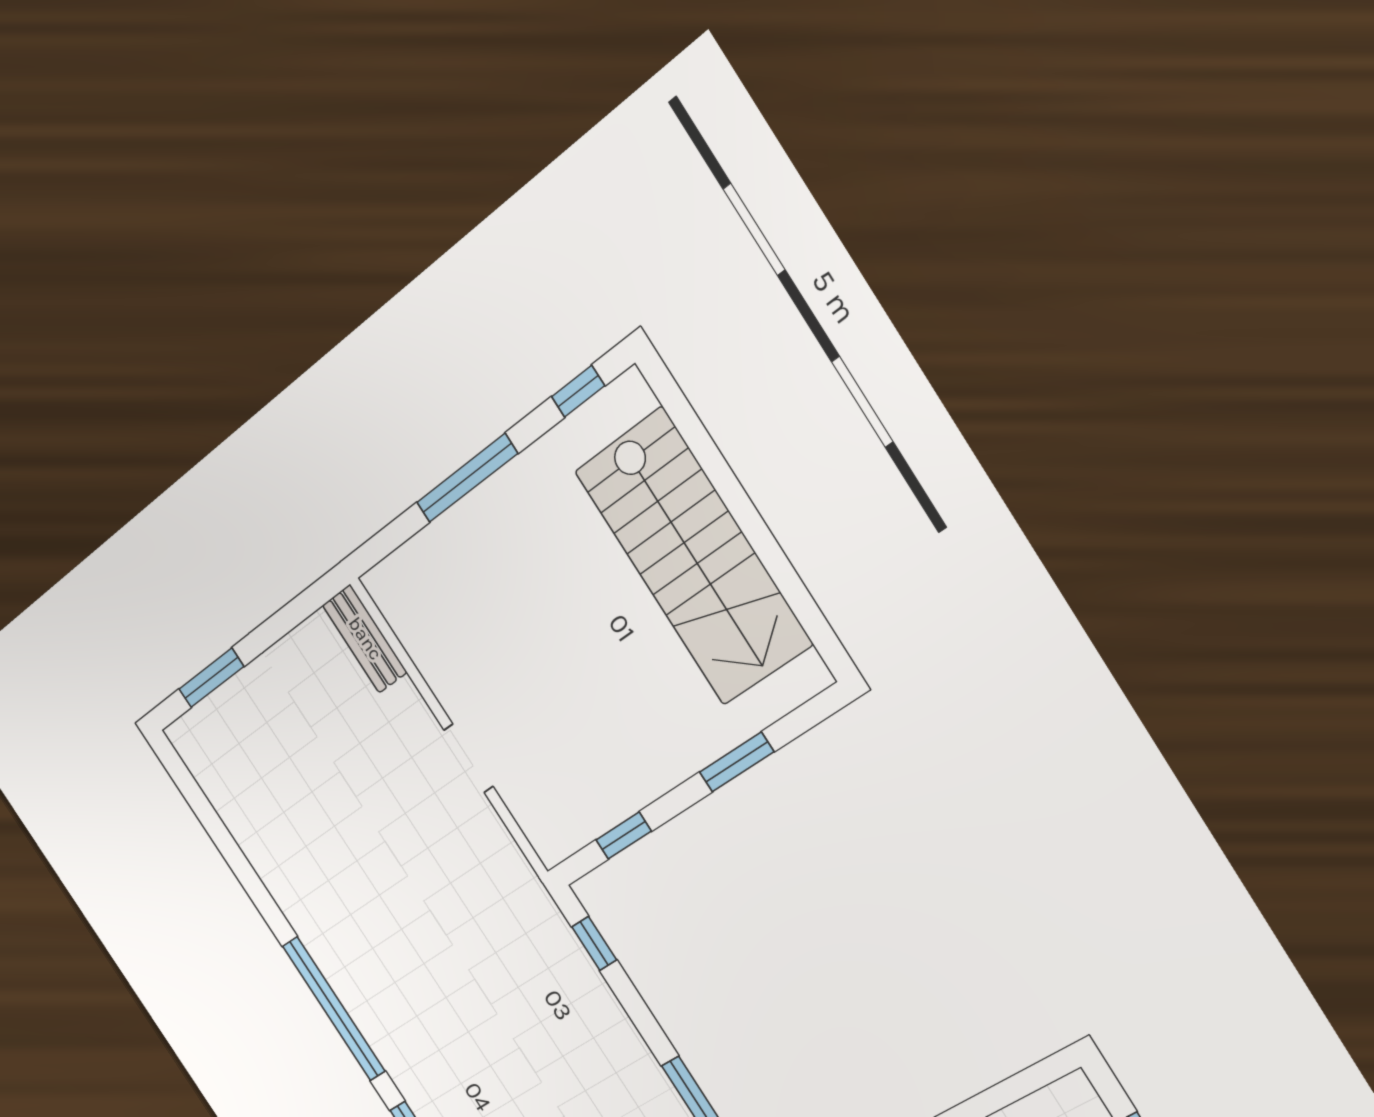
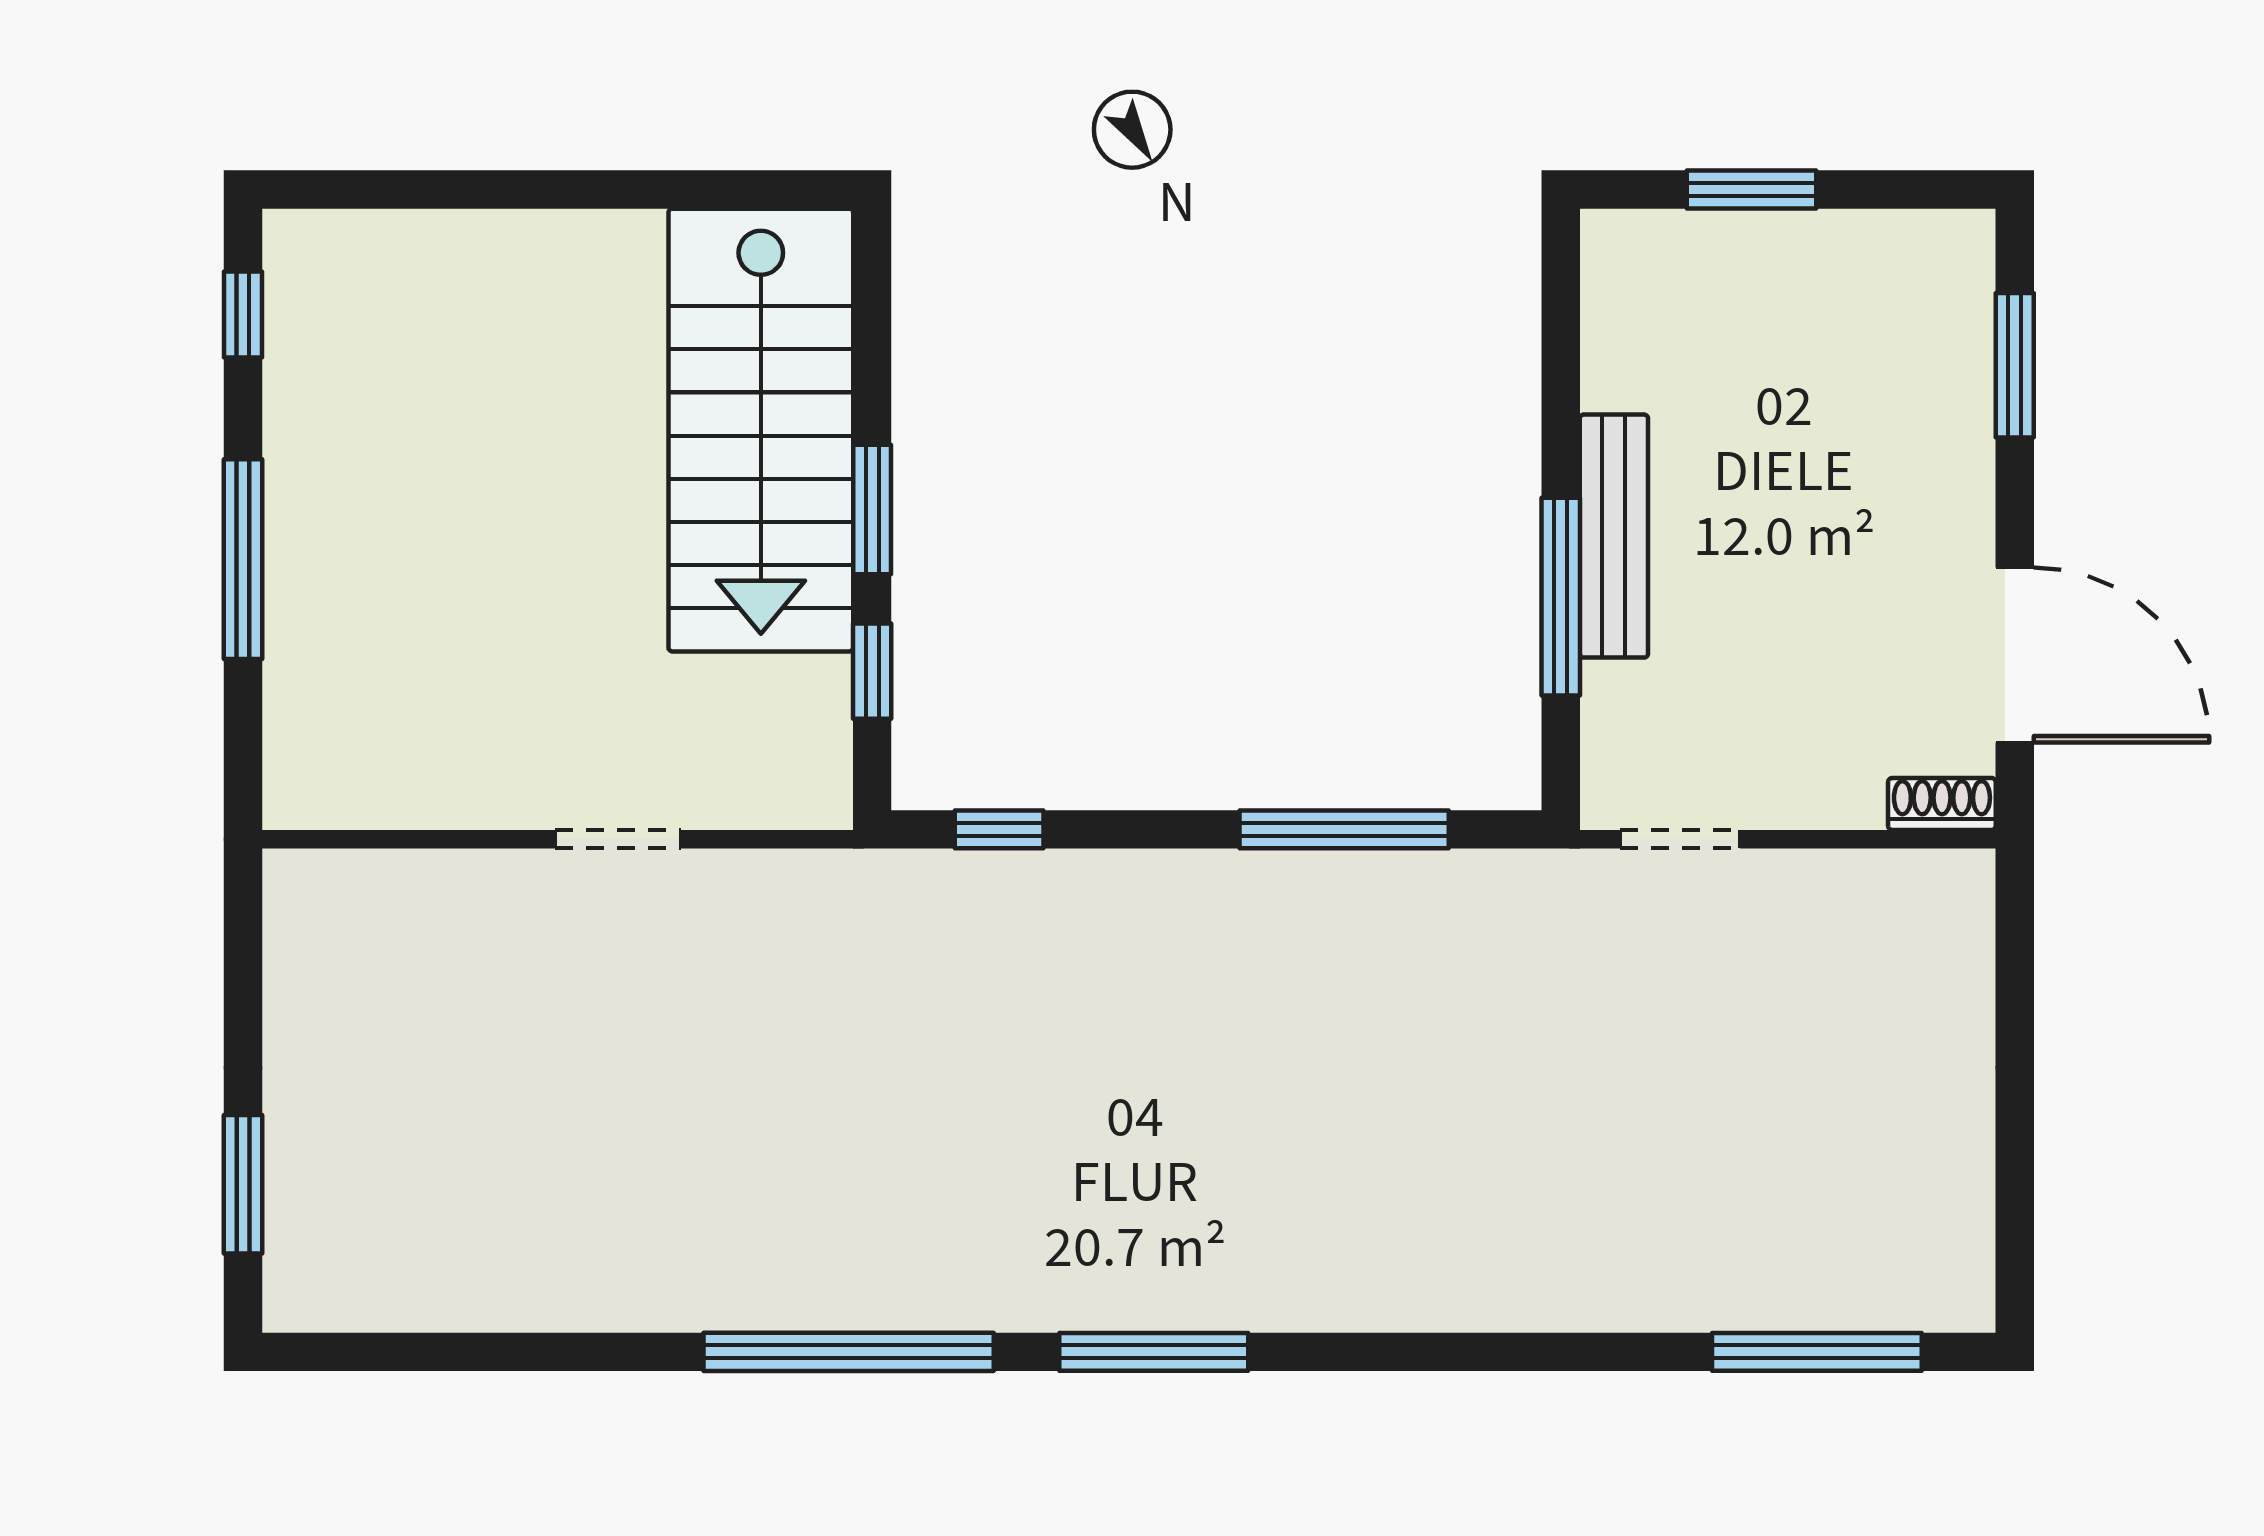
stairs: (693, 557) -> (761, 430), moved, turned 90
bench: (365, 639) -> (351, 882), removed
window: (737, 762) -> (872, 509), moved

